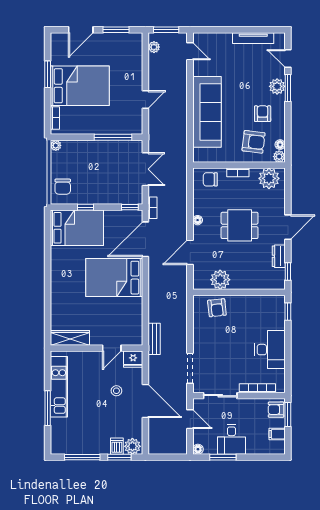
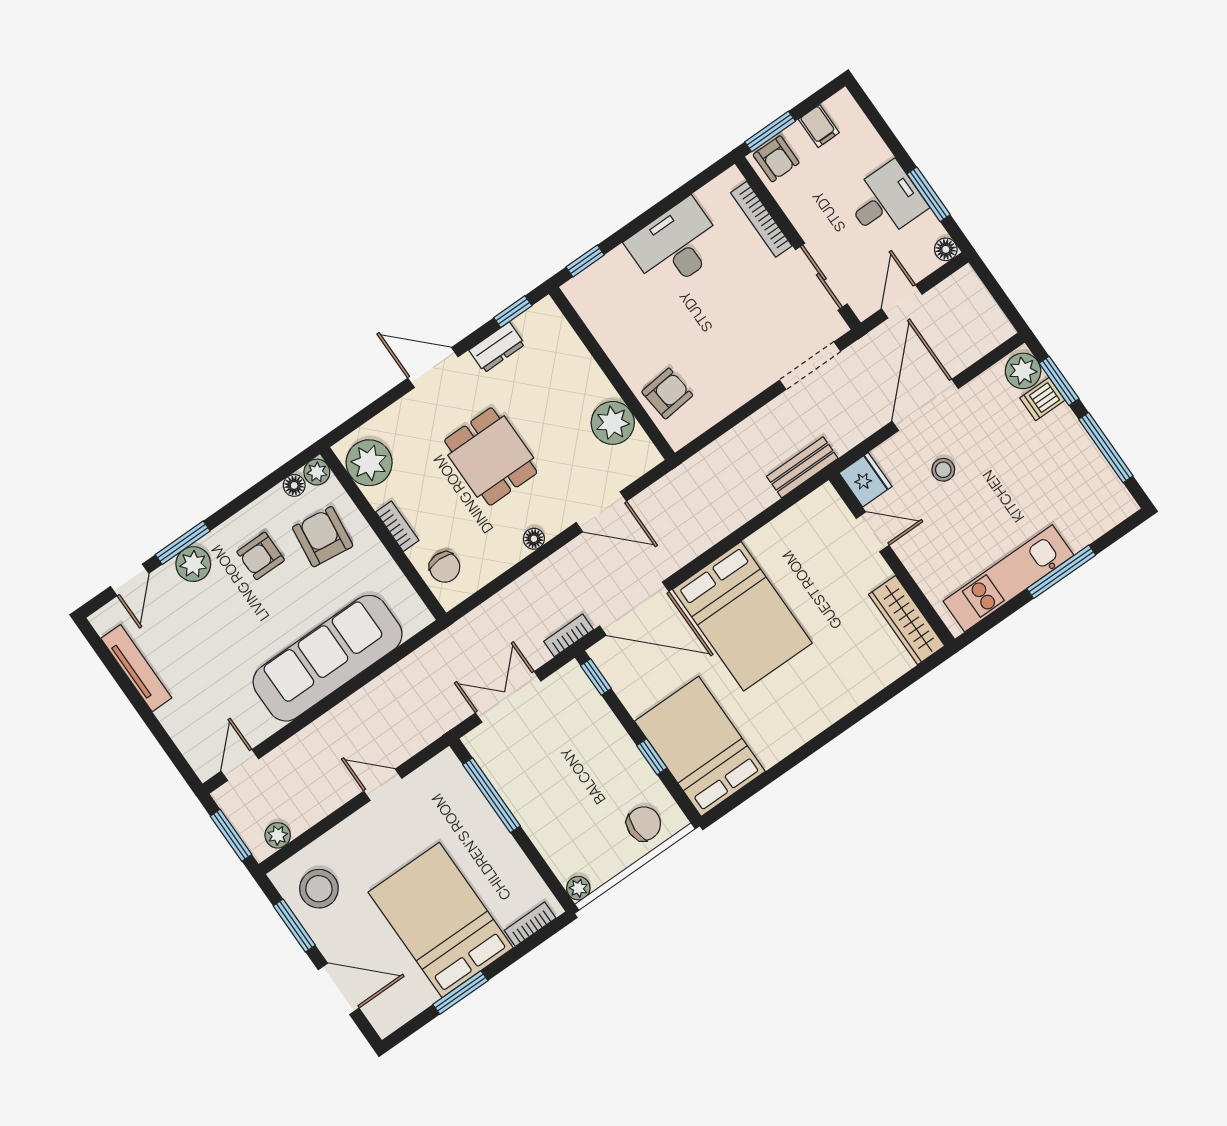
stool: (123, 49) -> (319, 889), added

